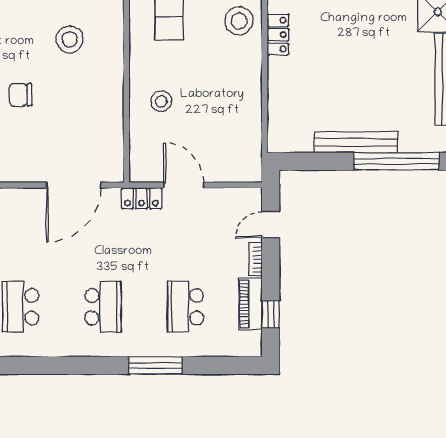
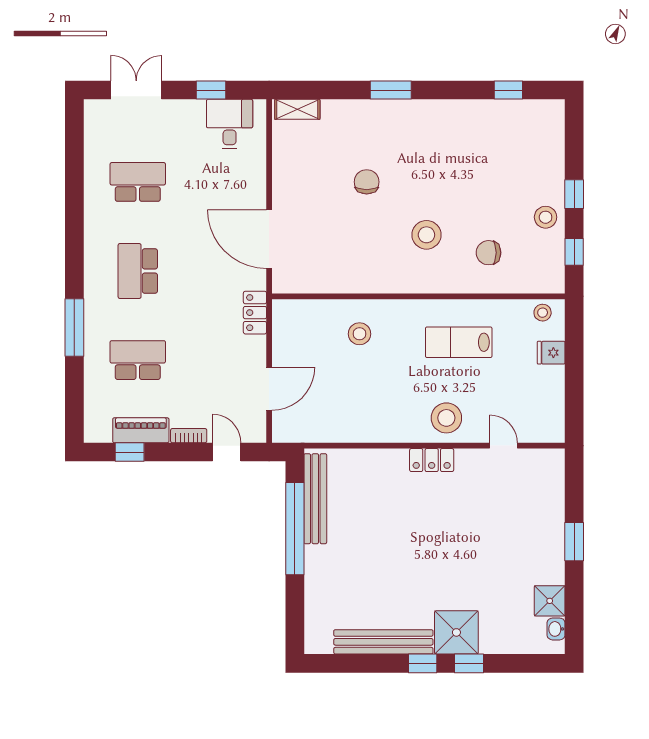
bench: (356, 142) -> (315, 499), moved
window: (396, 161) -> (295, 529), moved
door: (184, 185) -> (269, 389), moved
school desk: (103, 307) -> (138, 271), turned 90

